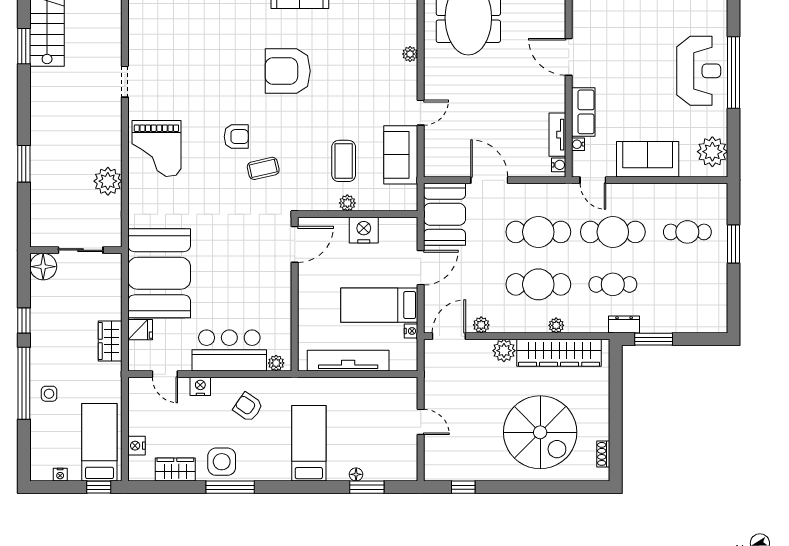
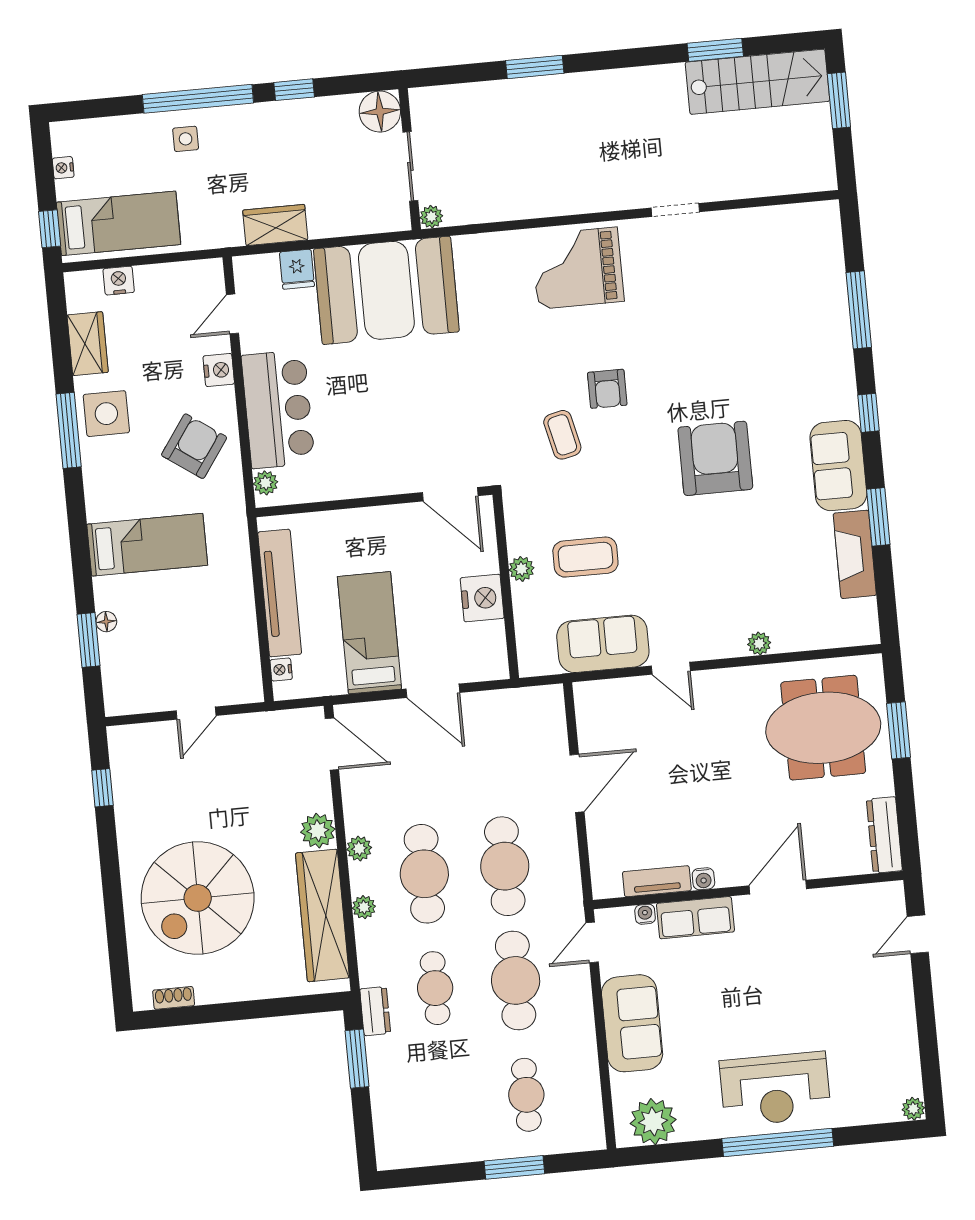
water cooler: (559, 165) -> (703, 879), moved
plant: (108, 181) -> (431, 217), moved, width x0.53, depth x0.53
booth: (445, 214) -> (518, 720), removed
plant: (481, 325) -> (359, 849), moved
nightstand: (411, 331) -> (281, 670), moved, turned 90
armchair: (248, 407) -> (194, 446), width x1.38, depth x1.38

